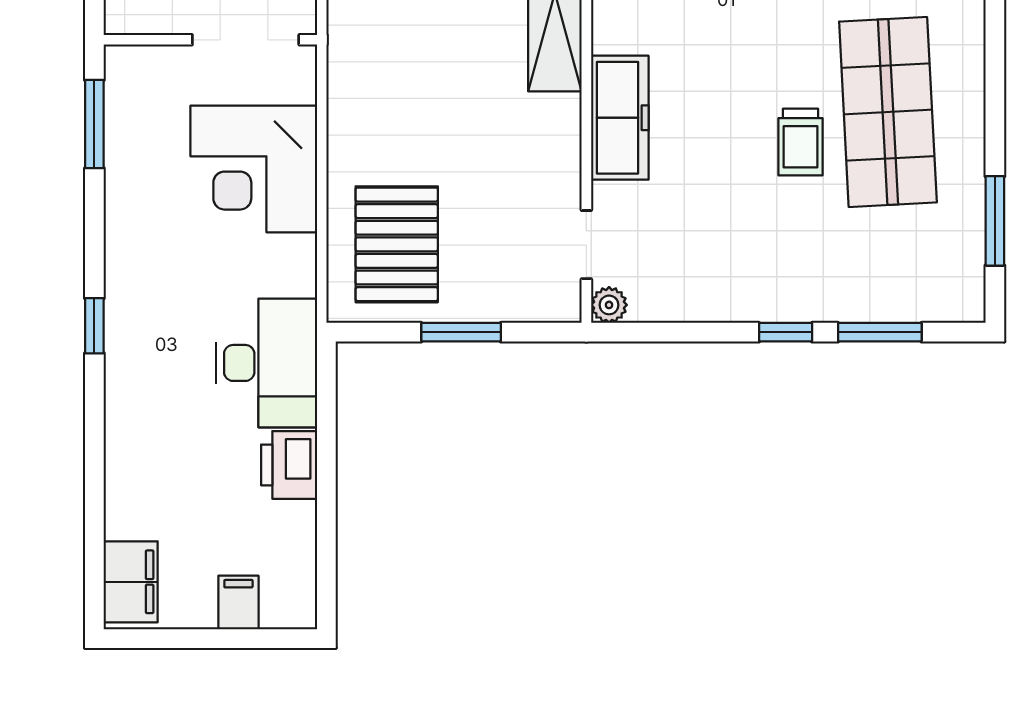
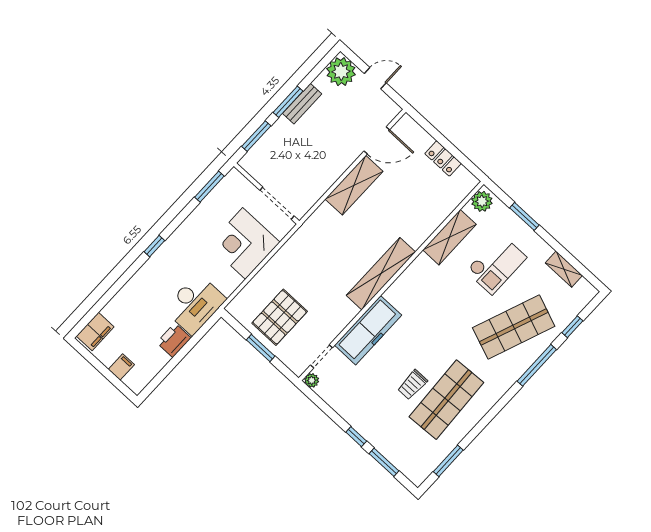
freezer: (620, 118) -> (368, 330), width x1.36, depth x1.26
pallet: (397, 244) -> (280, 317), moved

